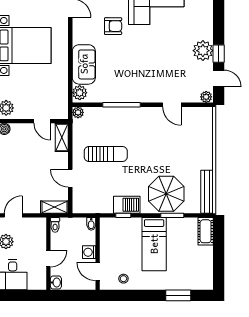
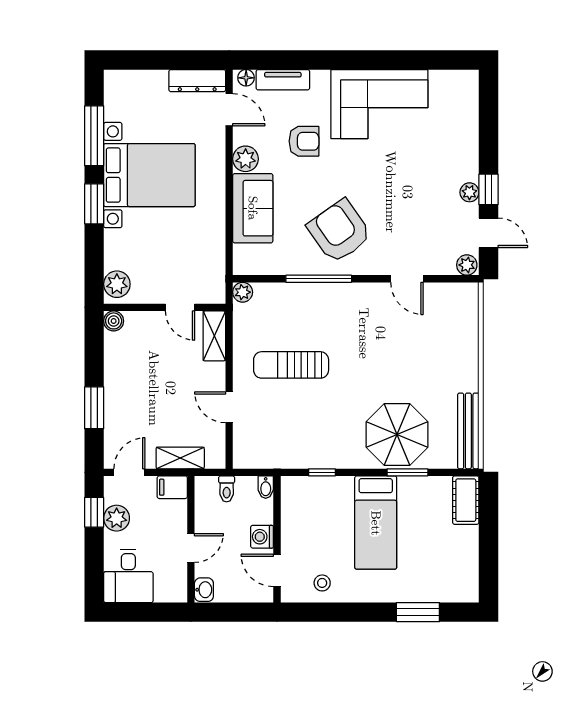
plant: (203, 51) -> (469, 192), width x0.53, depth x0.53
armchair: (133, 78) -> (339, 231), added
plant: (80, 93) -> (246, 159), moved
sun lounger: (106, 154) -> (291, 365), turned 180
barbecue: (127, 205) -> (328, 454), removed
shelving: (54, 207) -> (180, 458), moved
filing cabinet: (38, 224) -> (172, 487), added
toilet: (55, 225) -> (227, 489), moved

